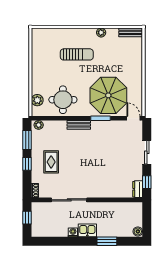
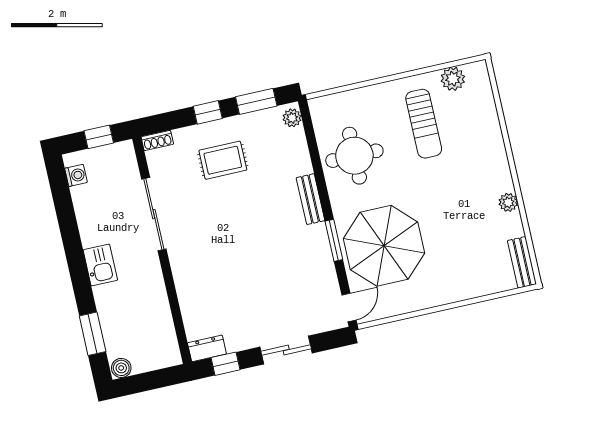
sun lounger: (77, 54) -> (424, 124), moved
plant: (37, 100) -> (453, 79), moved
washing machine: (73, 232) -> (76, 175), moved
window: (107, 241) -> (93, 334), moved

